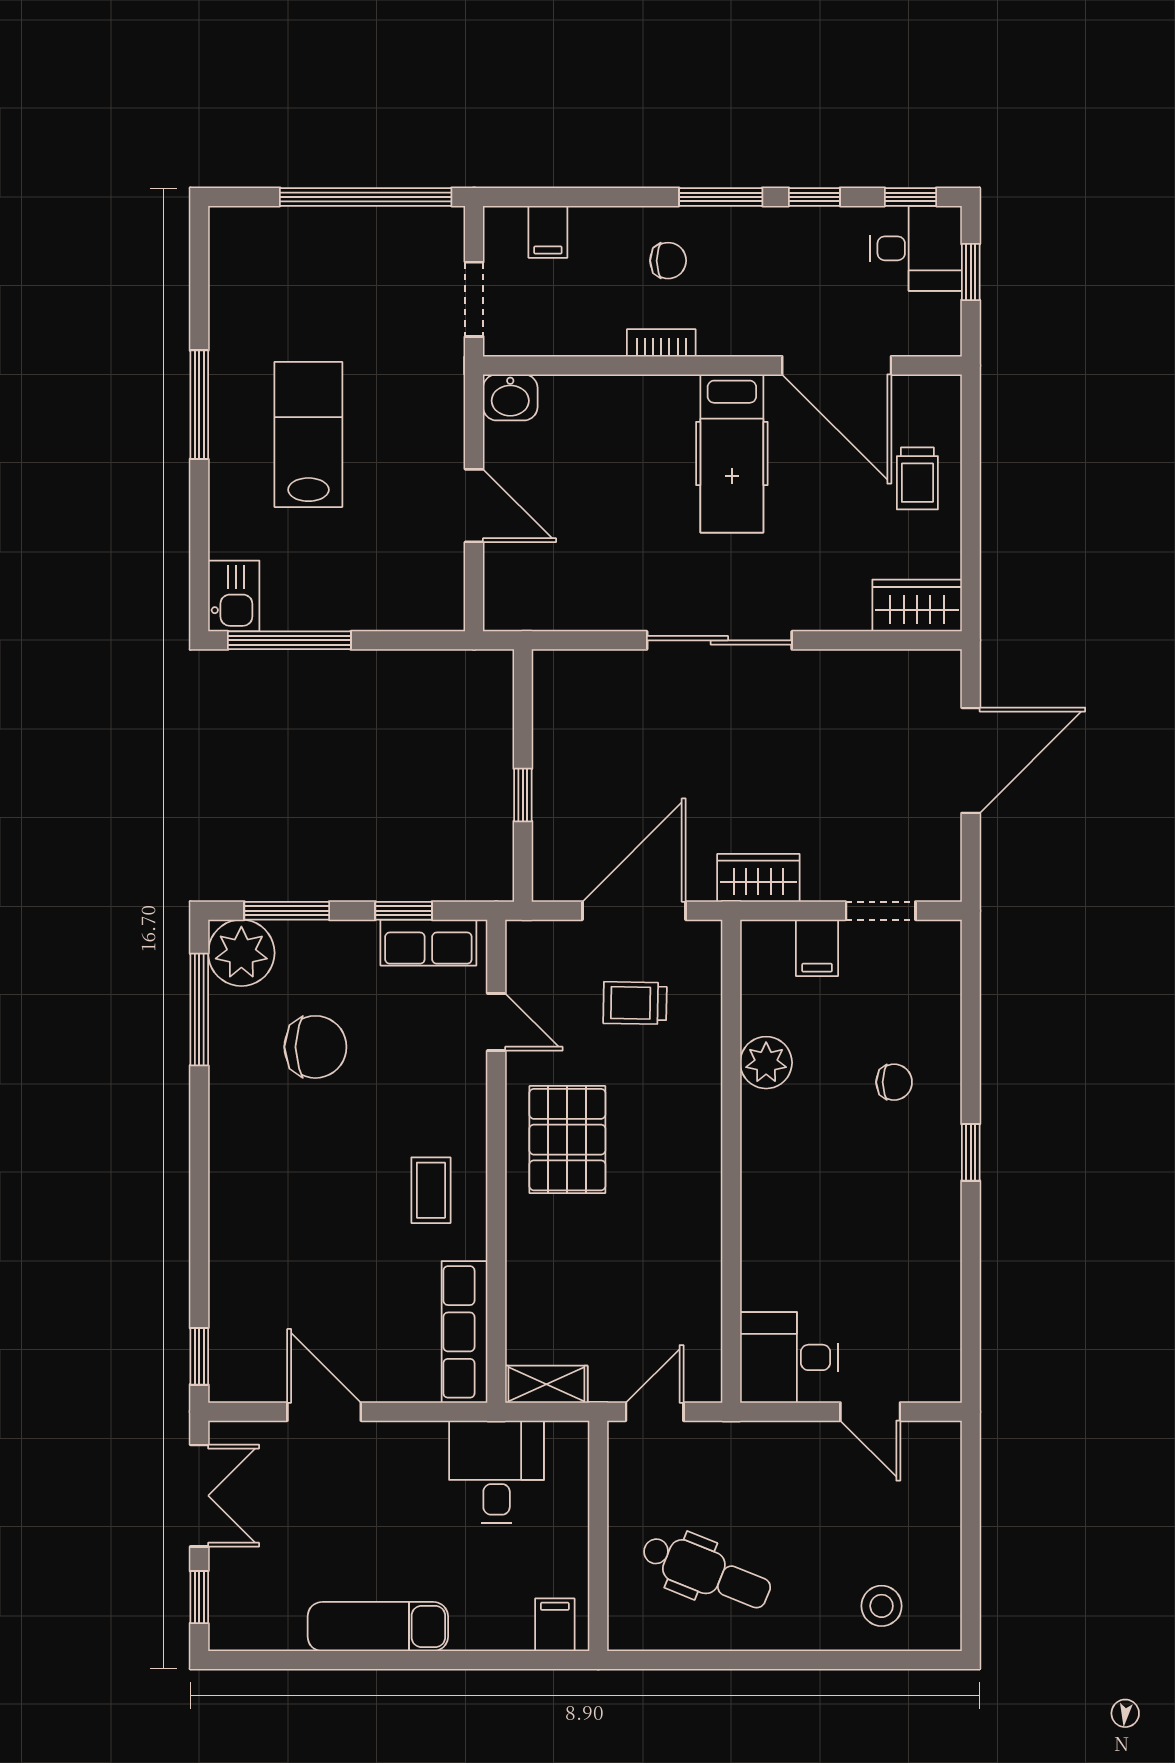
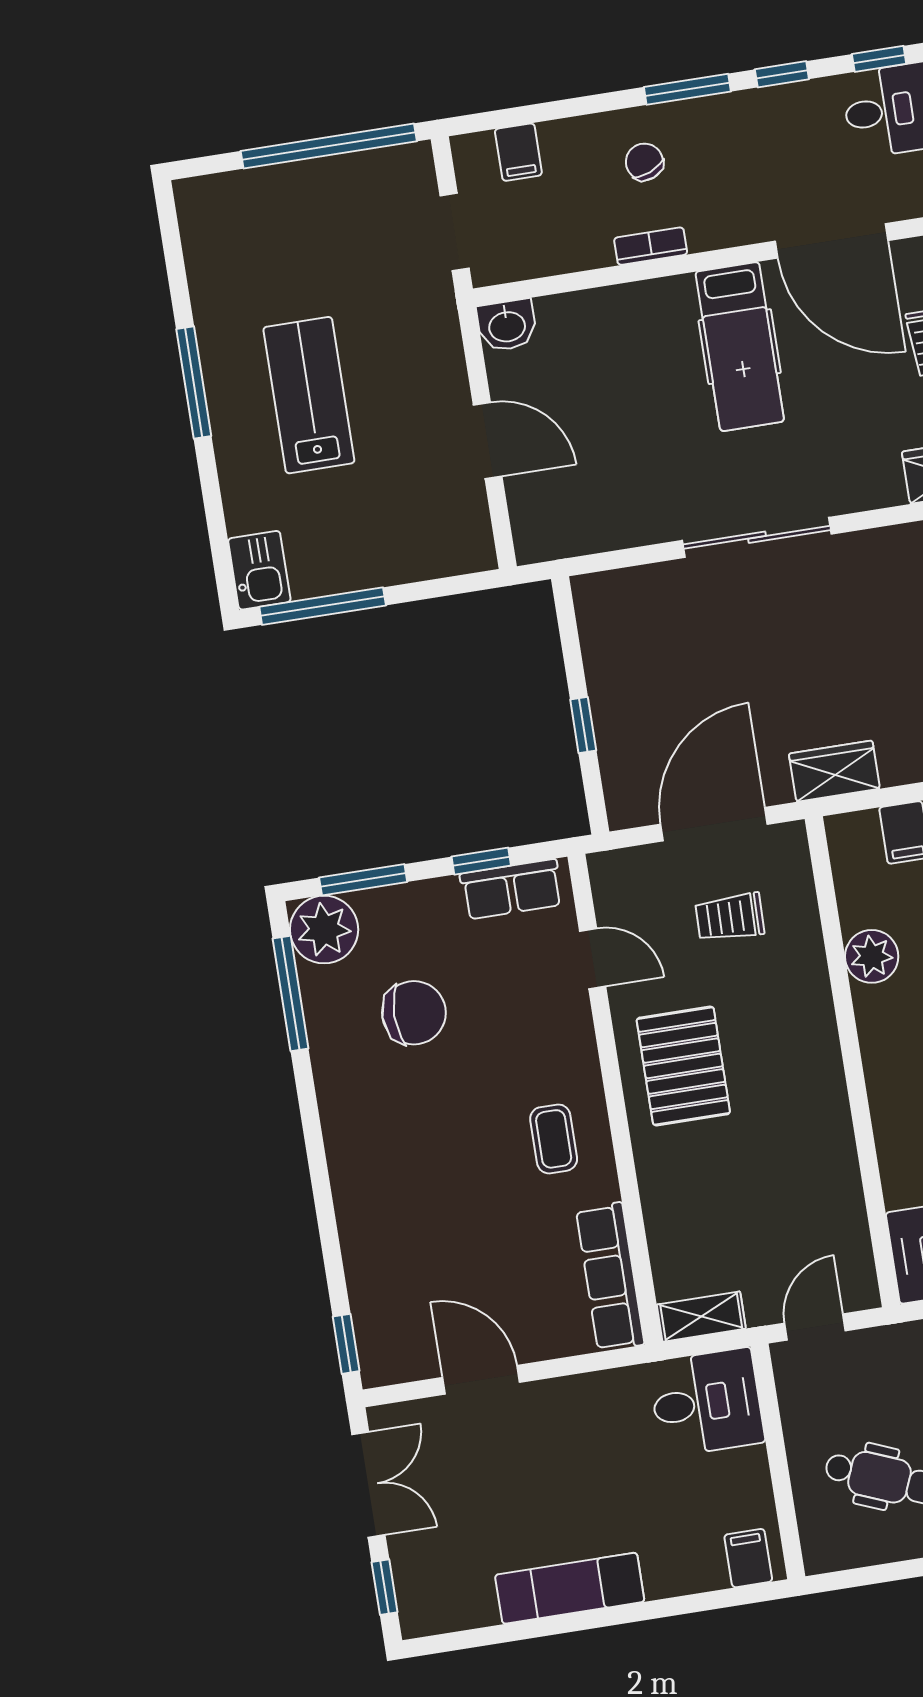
chair: (668, 261) -> (644, 162), turned -112
desk: (497, 1472) -> (706, 1402), moved, turned 90

